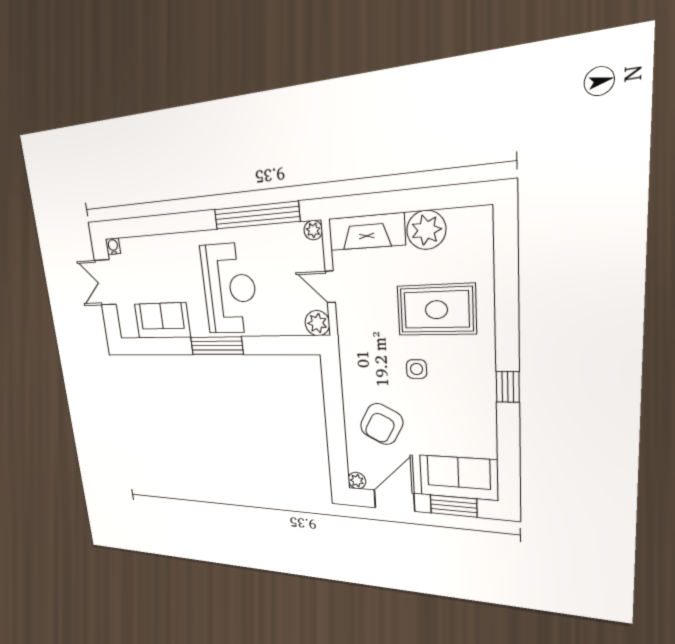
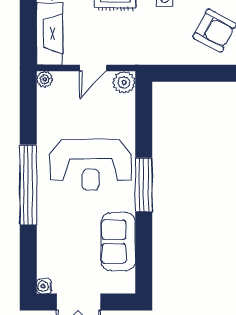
window: (256, 215) -> (28, 185), moved
reception desk: (229, 289) -> (91, 165), turned 180

